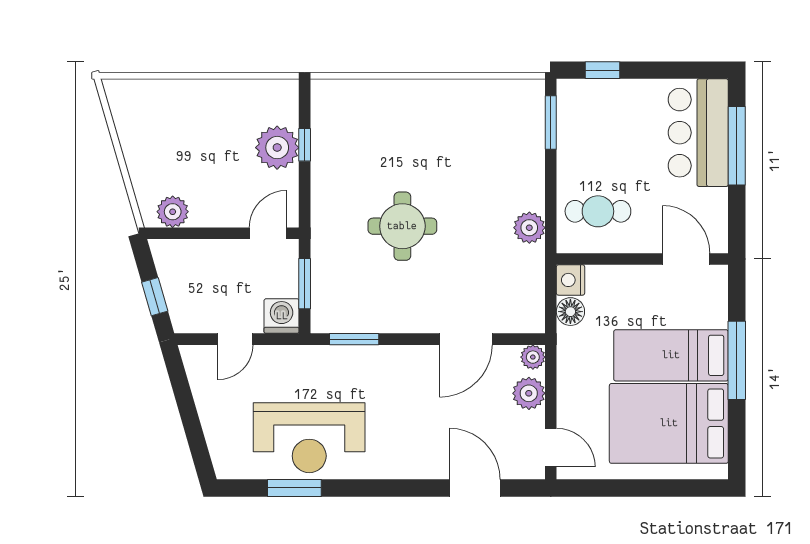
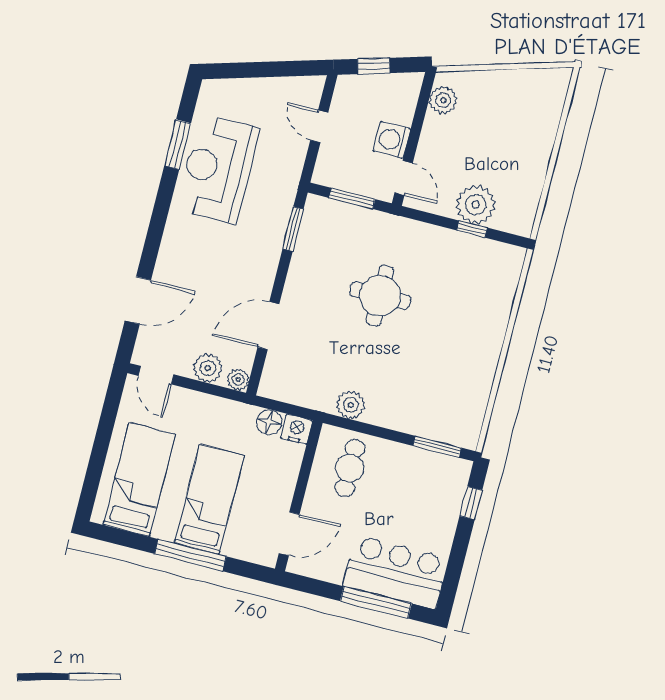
washing machine: (282, 316) -> (392, 140), moved, turned 180
door: (466, 339) -> (268, 326), hinge flipped
bed: (669, 423) -> (139, 480), width x0.67
door: (551, 448) -> (156, 375), hinge flipped

